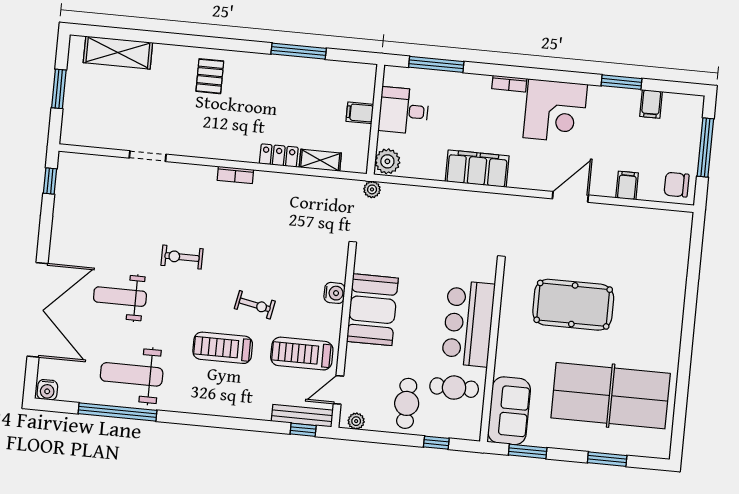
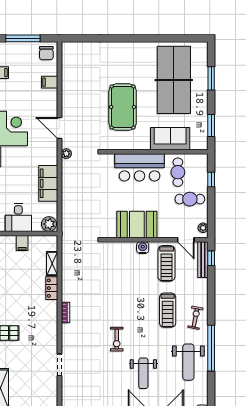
filing cabinet: (477, 169) -> (48, 183), moved
plant: (372, 189) -> (66, 154), moved
door: (570, 197) -> (59, 128), moved
water cooler: (334, 293) -> (143, 248), moved
exercise bike: (255, 305) -> (195, 318), moved
sofa: (509, 411) -> (170, 139), moved
window: (117, 412) -> (211, 348), moved

